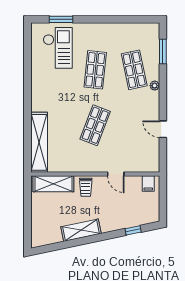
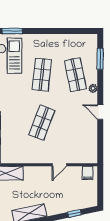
door: (163, 129) -> (100, 112), moved
door: (116, 174) -> (59, 165), hinge flipped
trolley: (86, 187) -> (34, 176), removed

